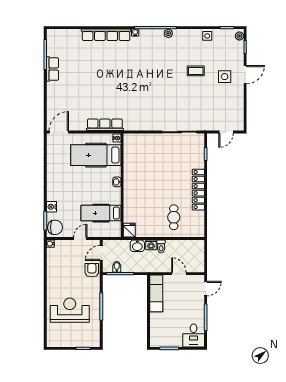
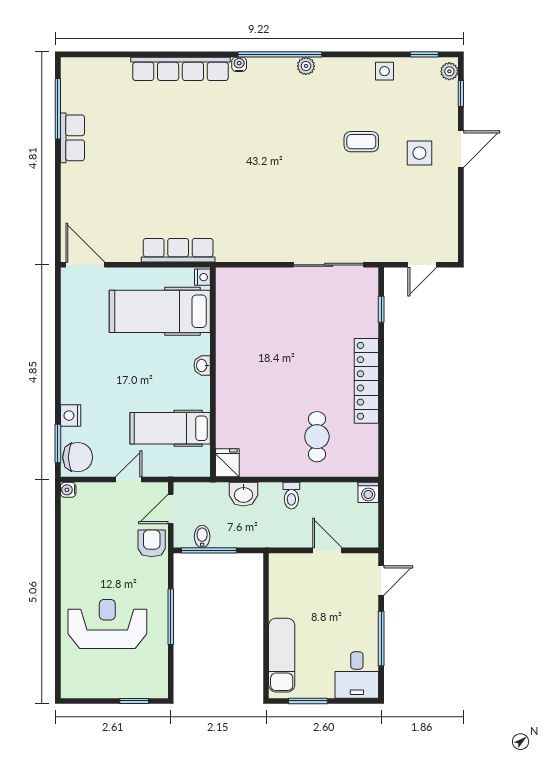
door: (59, 132) -> (85, 265), hinge flipped
washing machine: (151, 245) -> (368, 492), moved
exam couch: (156, 293) -> (282, 655), moved

